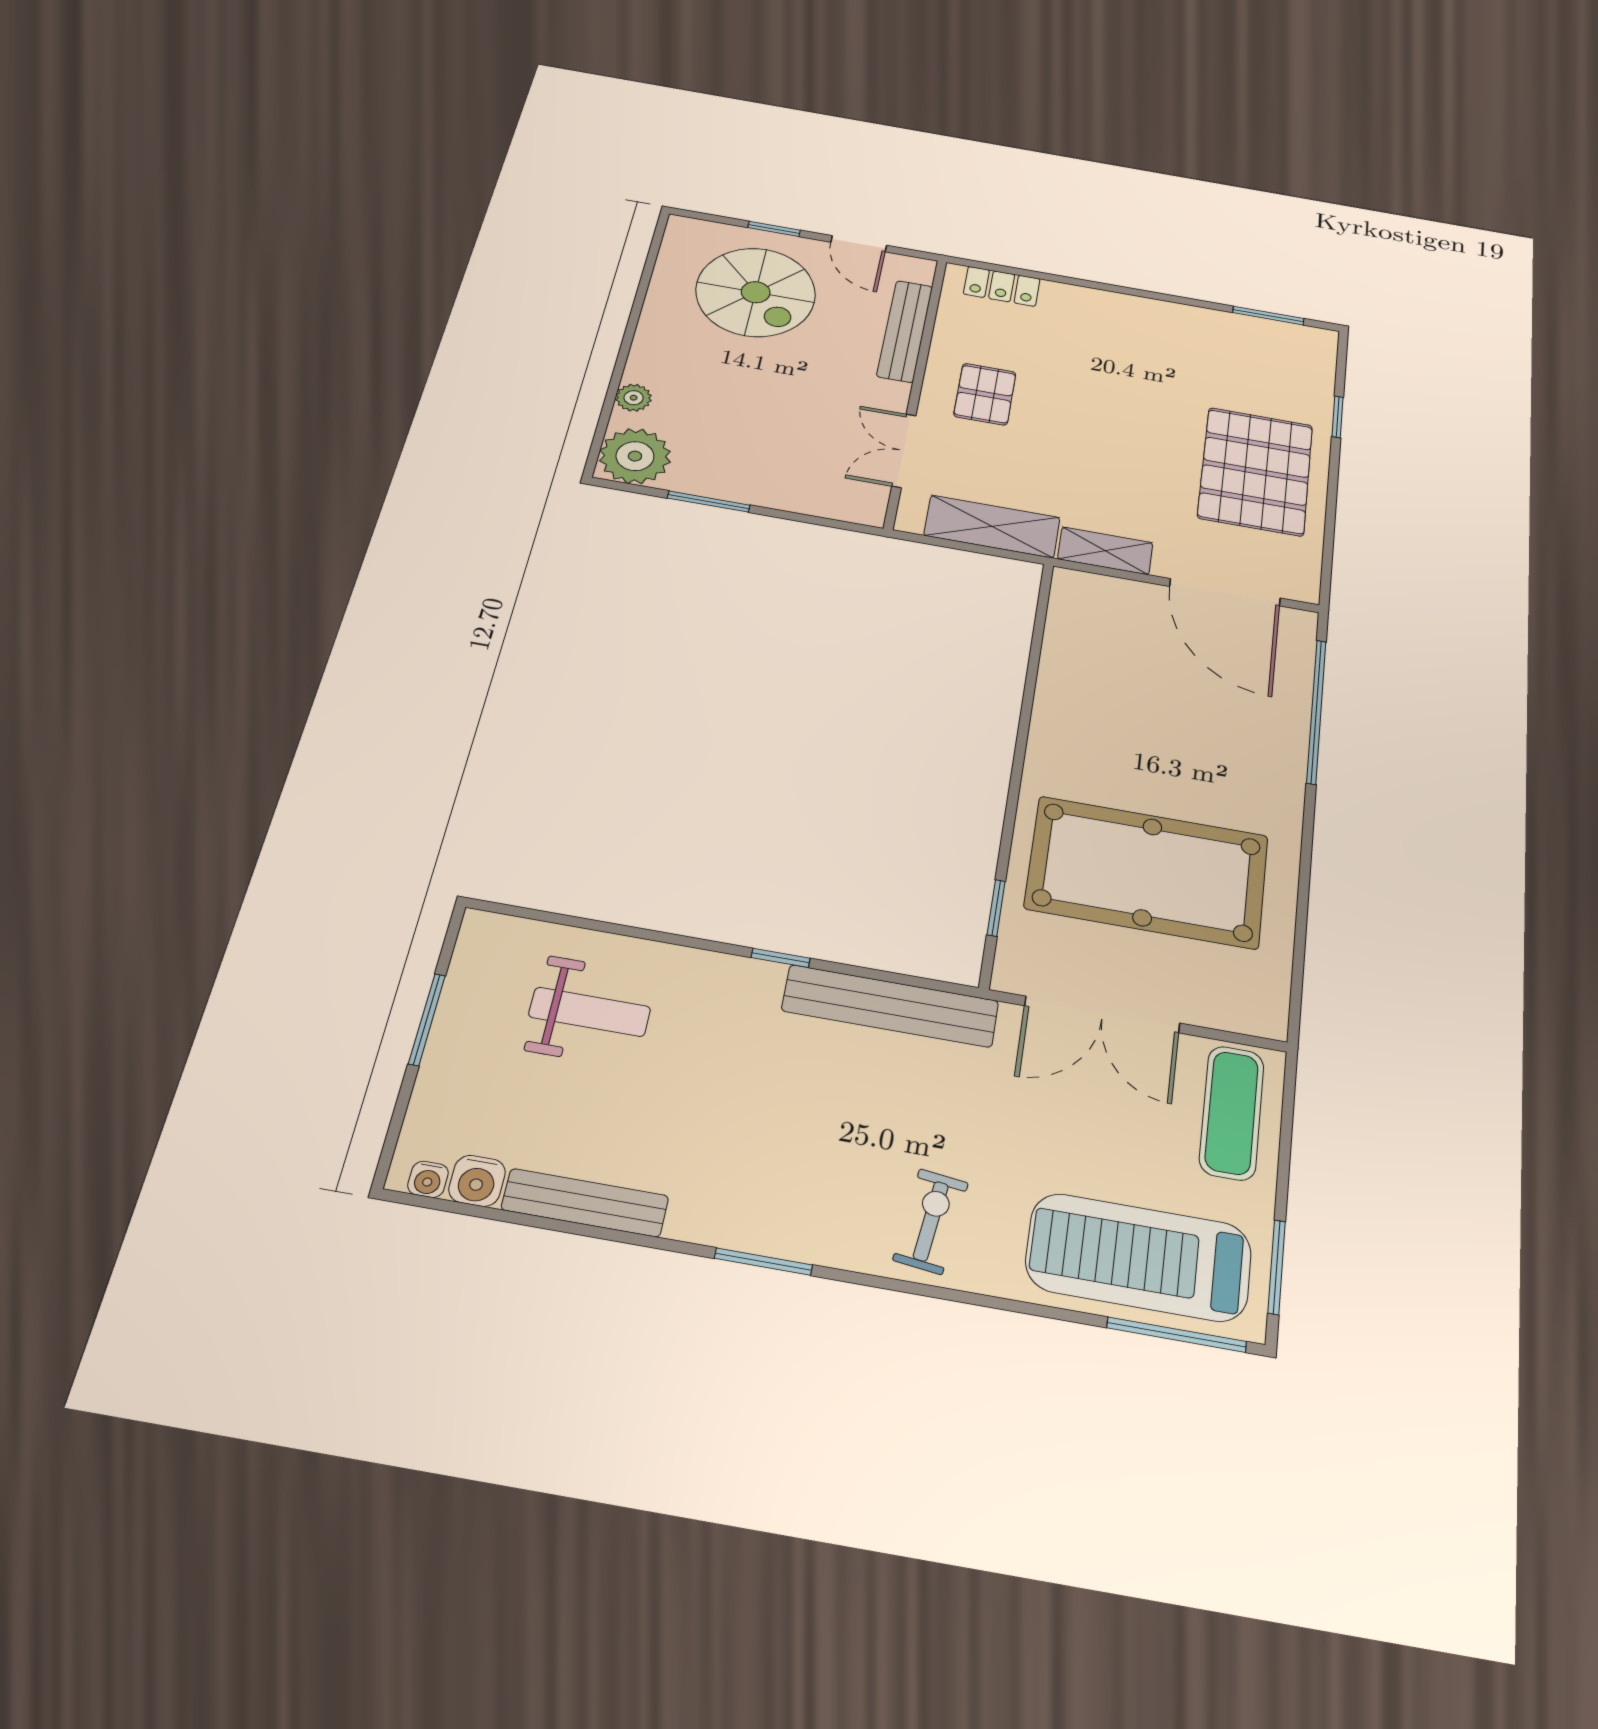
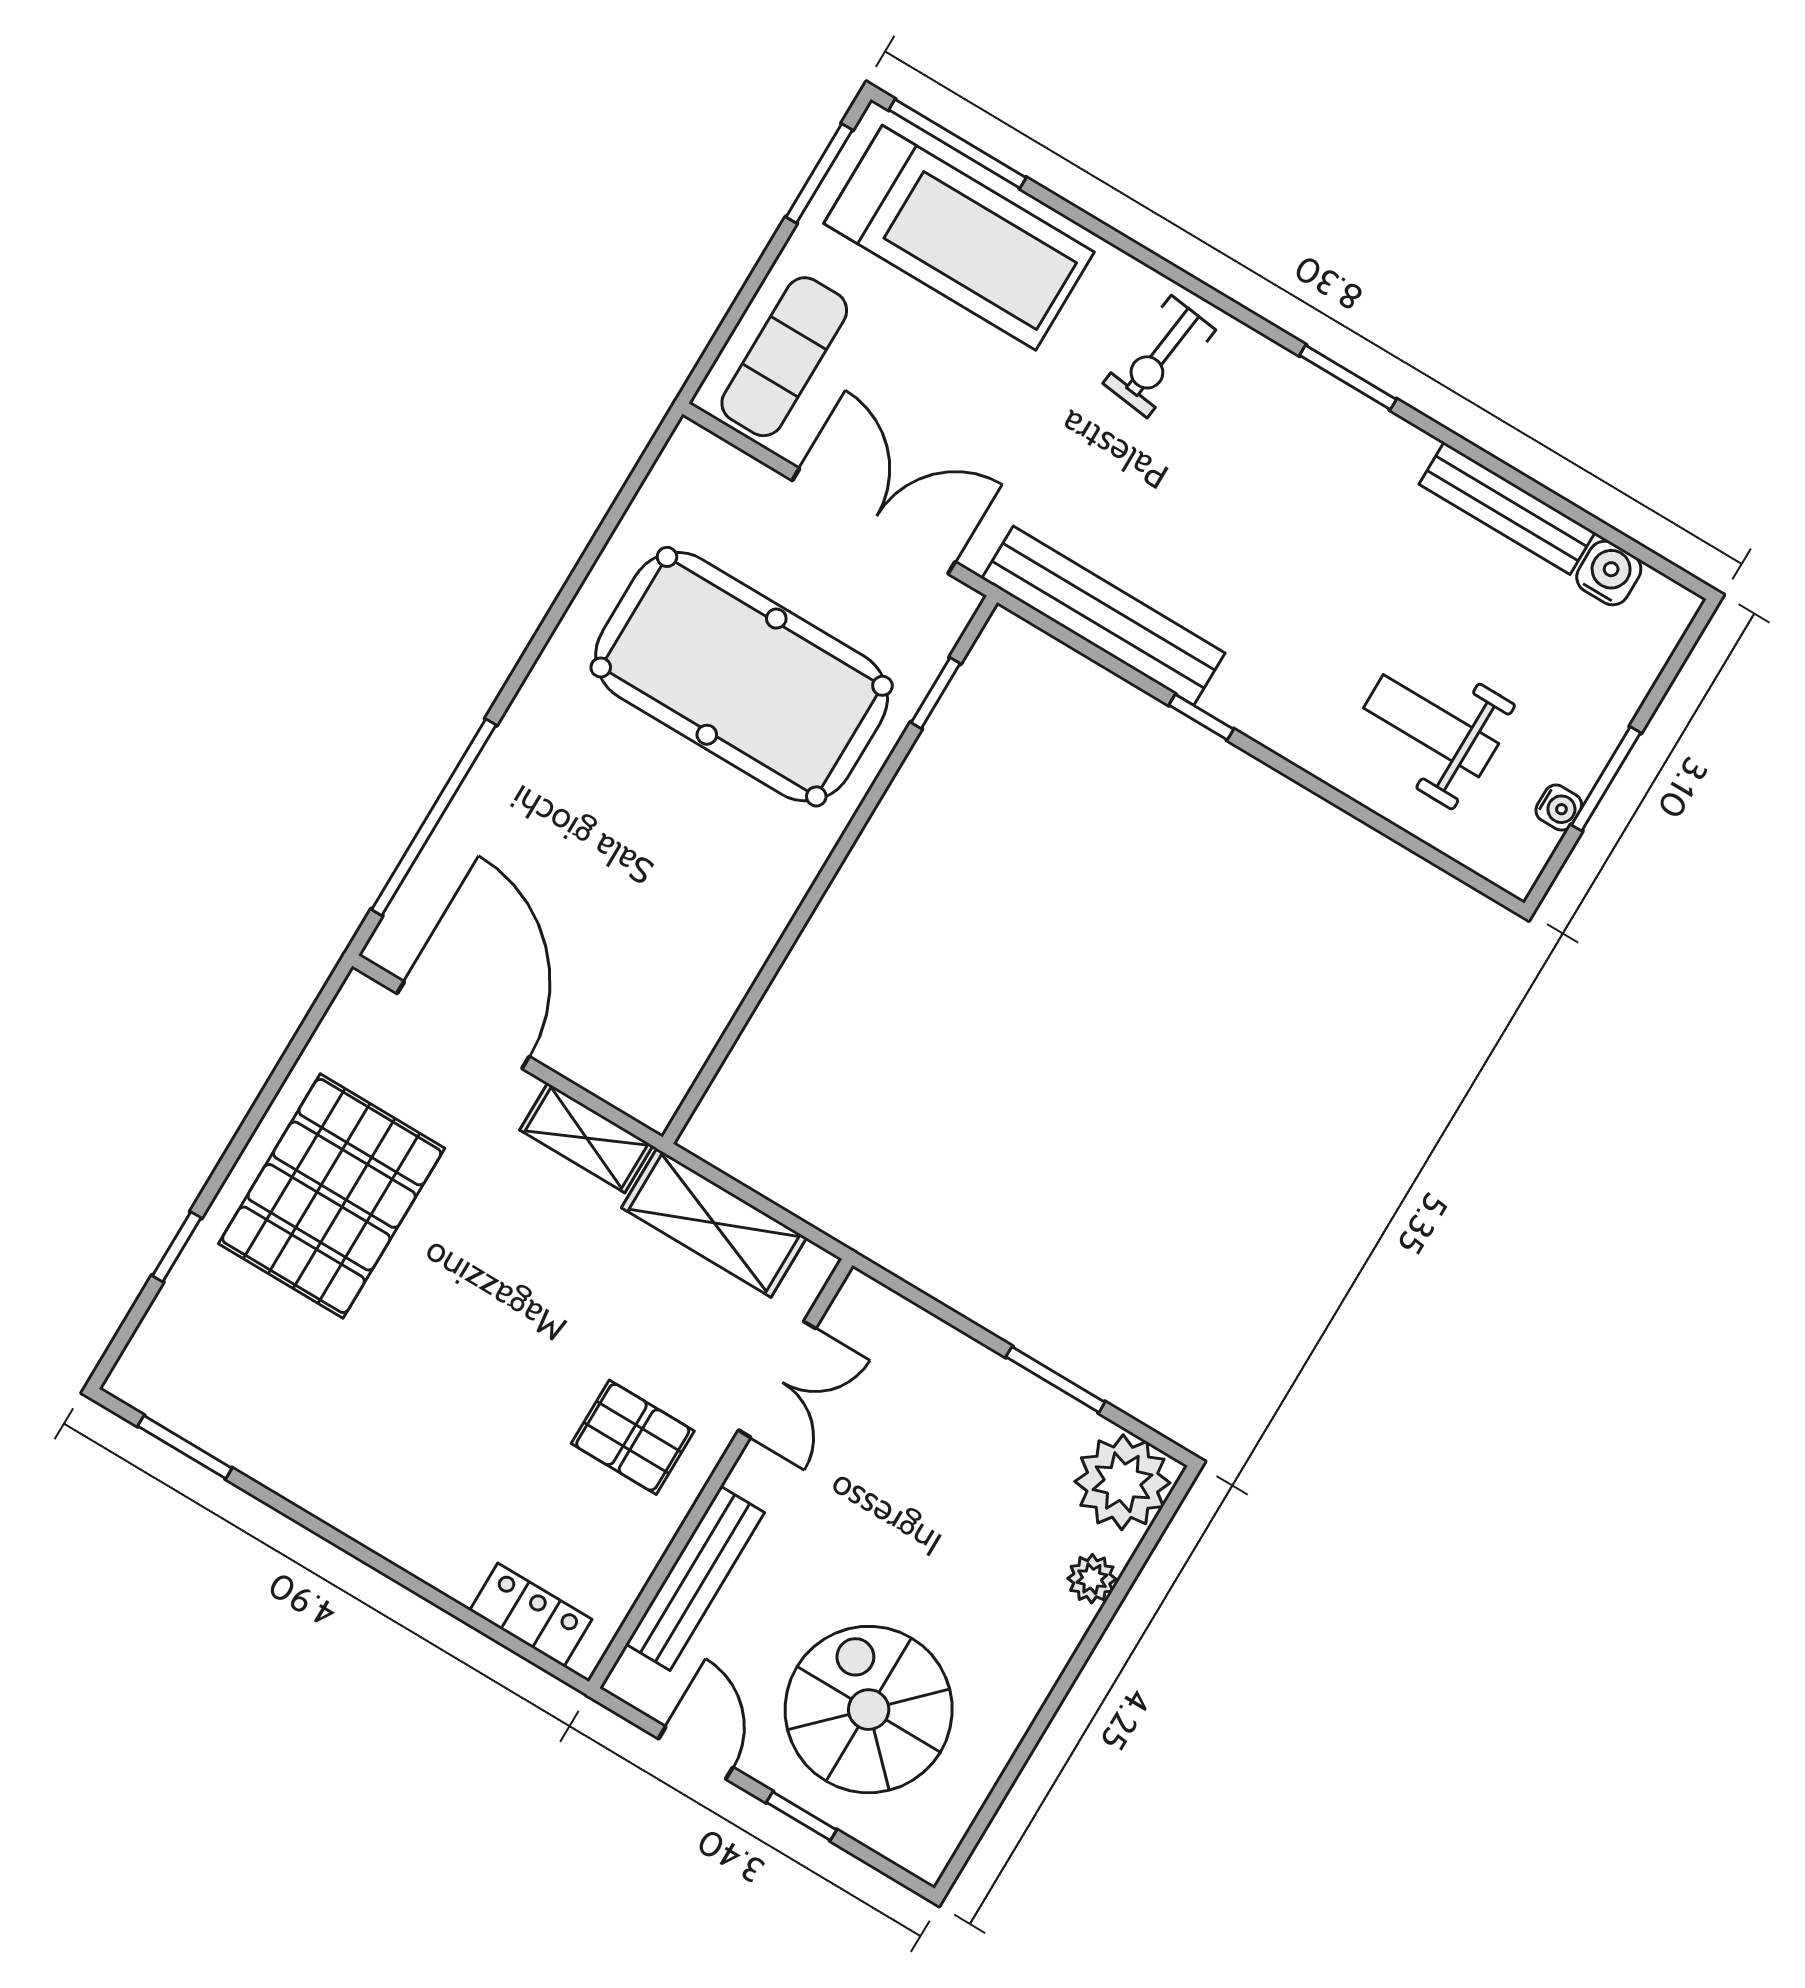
pallet: (985, 394) -> (633, 1437), turned 90
water cooler: (428, 1179) -> (1559, 808), moved, turned 90

